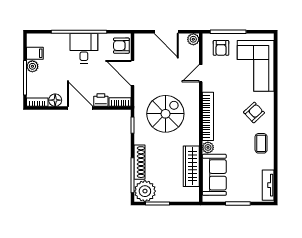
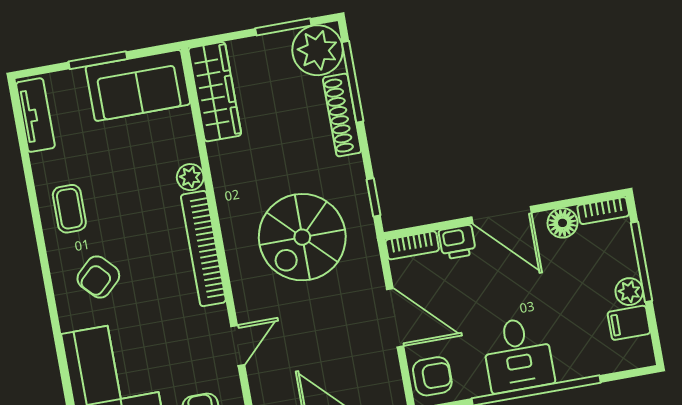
wardrobe: (191, 166) -> (215, 92), moved
sofa: (214, 175) -> (138, 85), moved, turned -90

